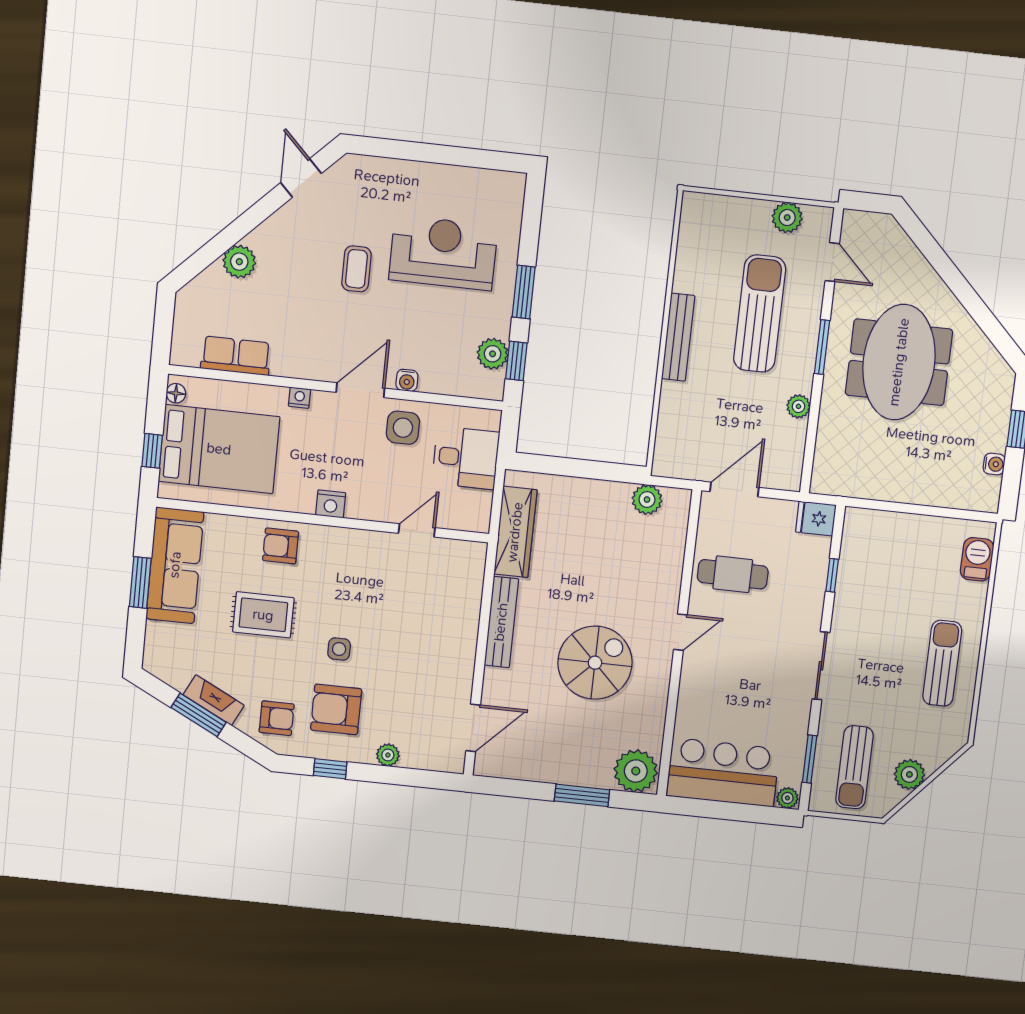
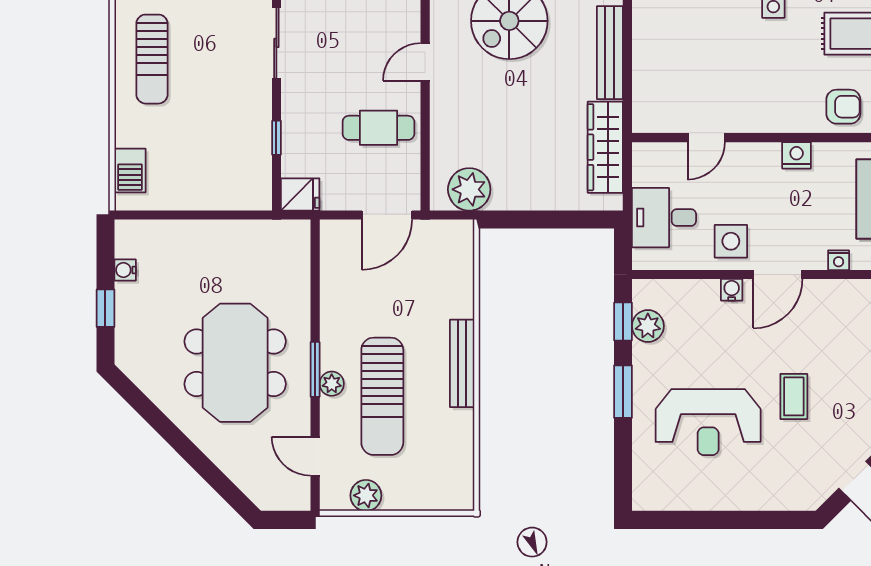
plant: (798, 406) -> (332, 384), moved
plant: (647, 500) -> (469, 189), width x1.36, depth x1.36

